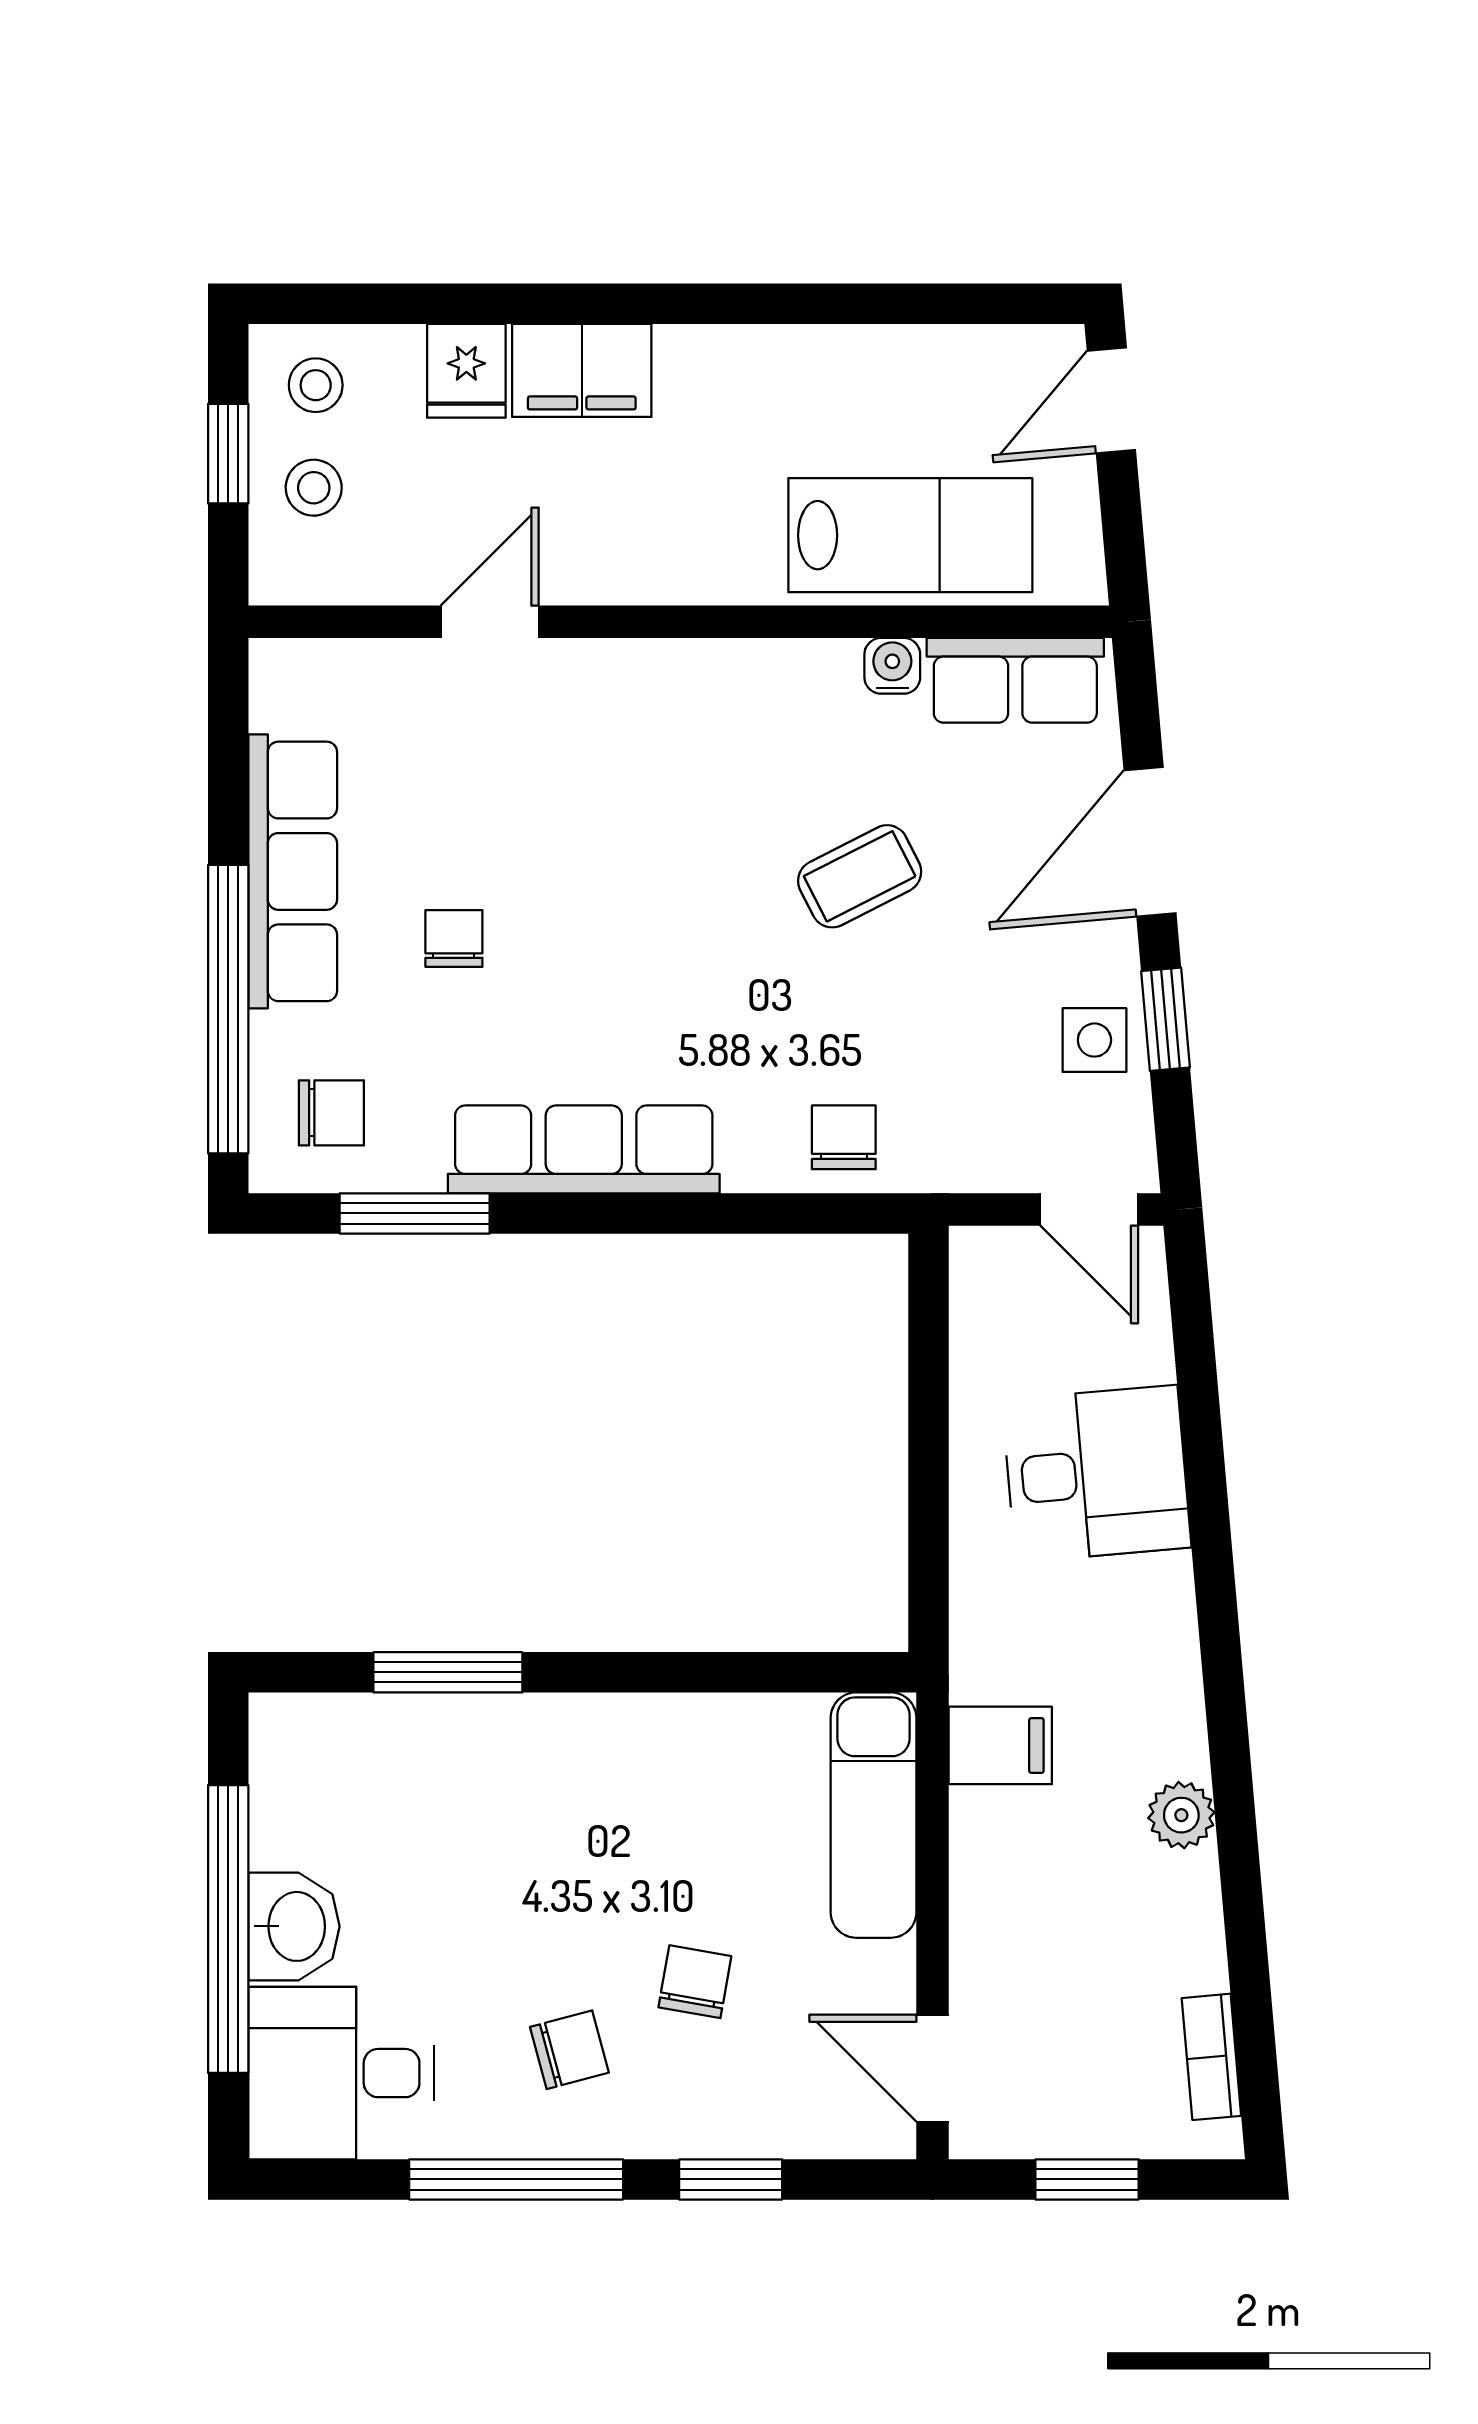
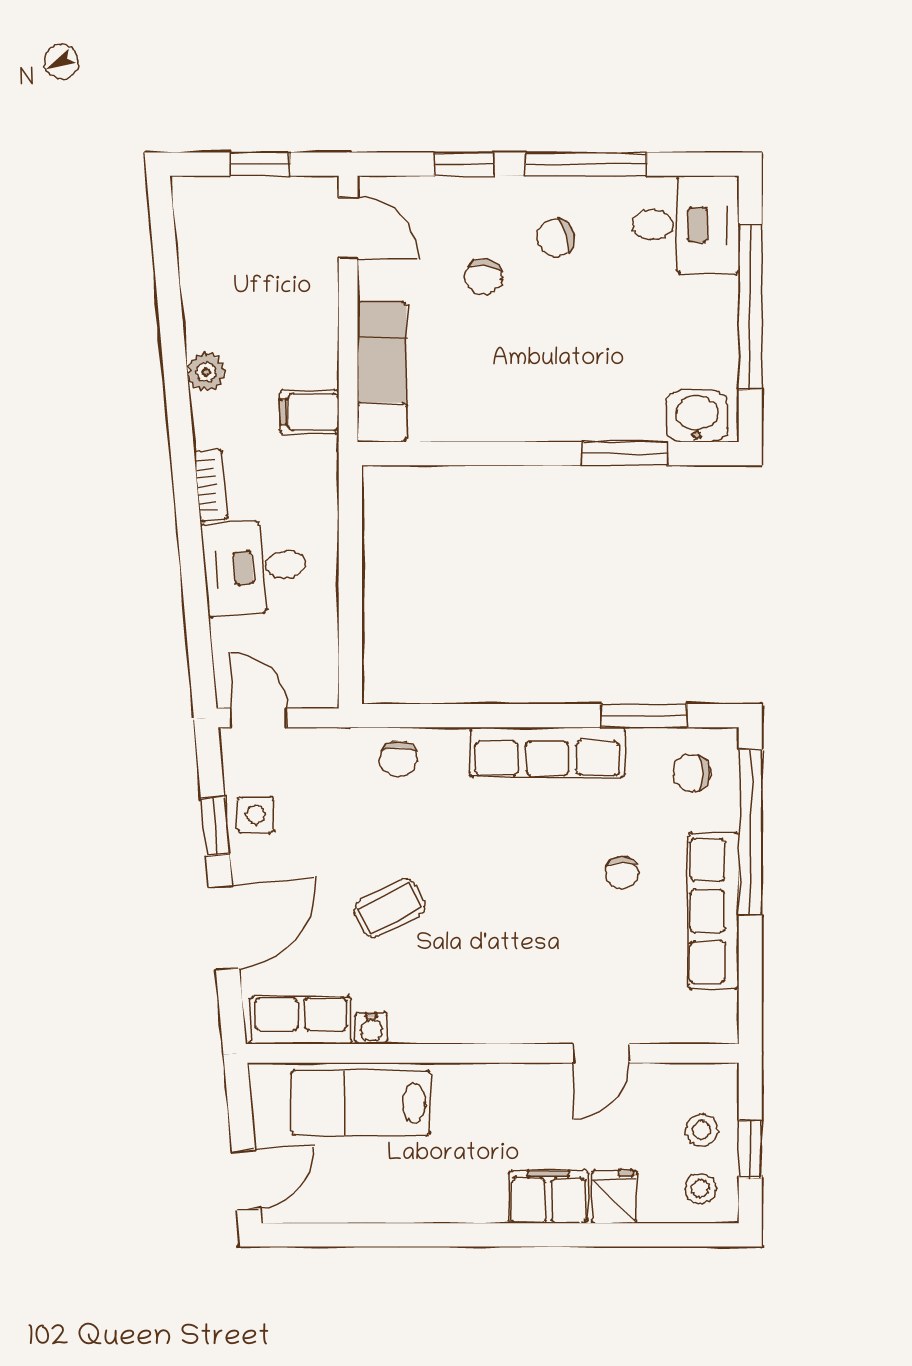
washbasin: (294, 1926) -> (697, 416), moved, turned 90
bookcase: (1211, 2057) -> (211, 485), moved

